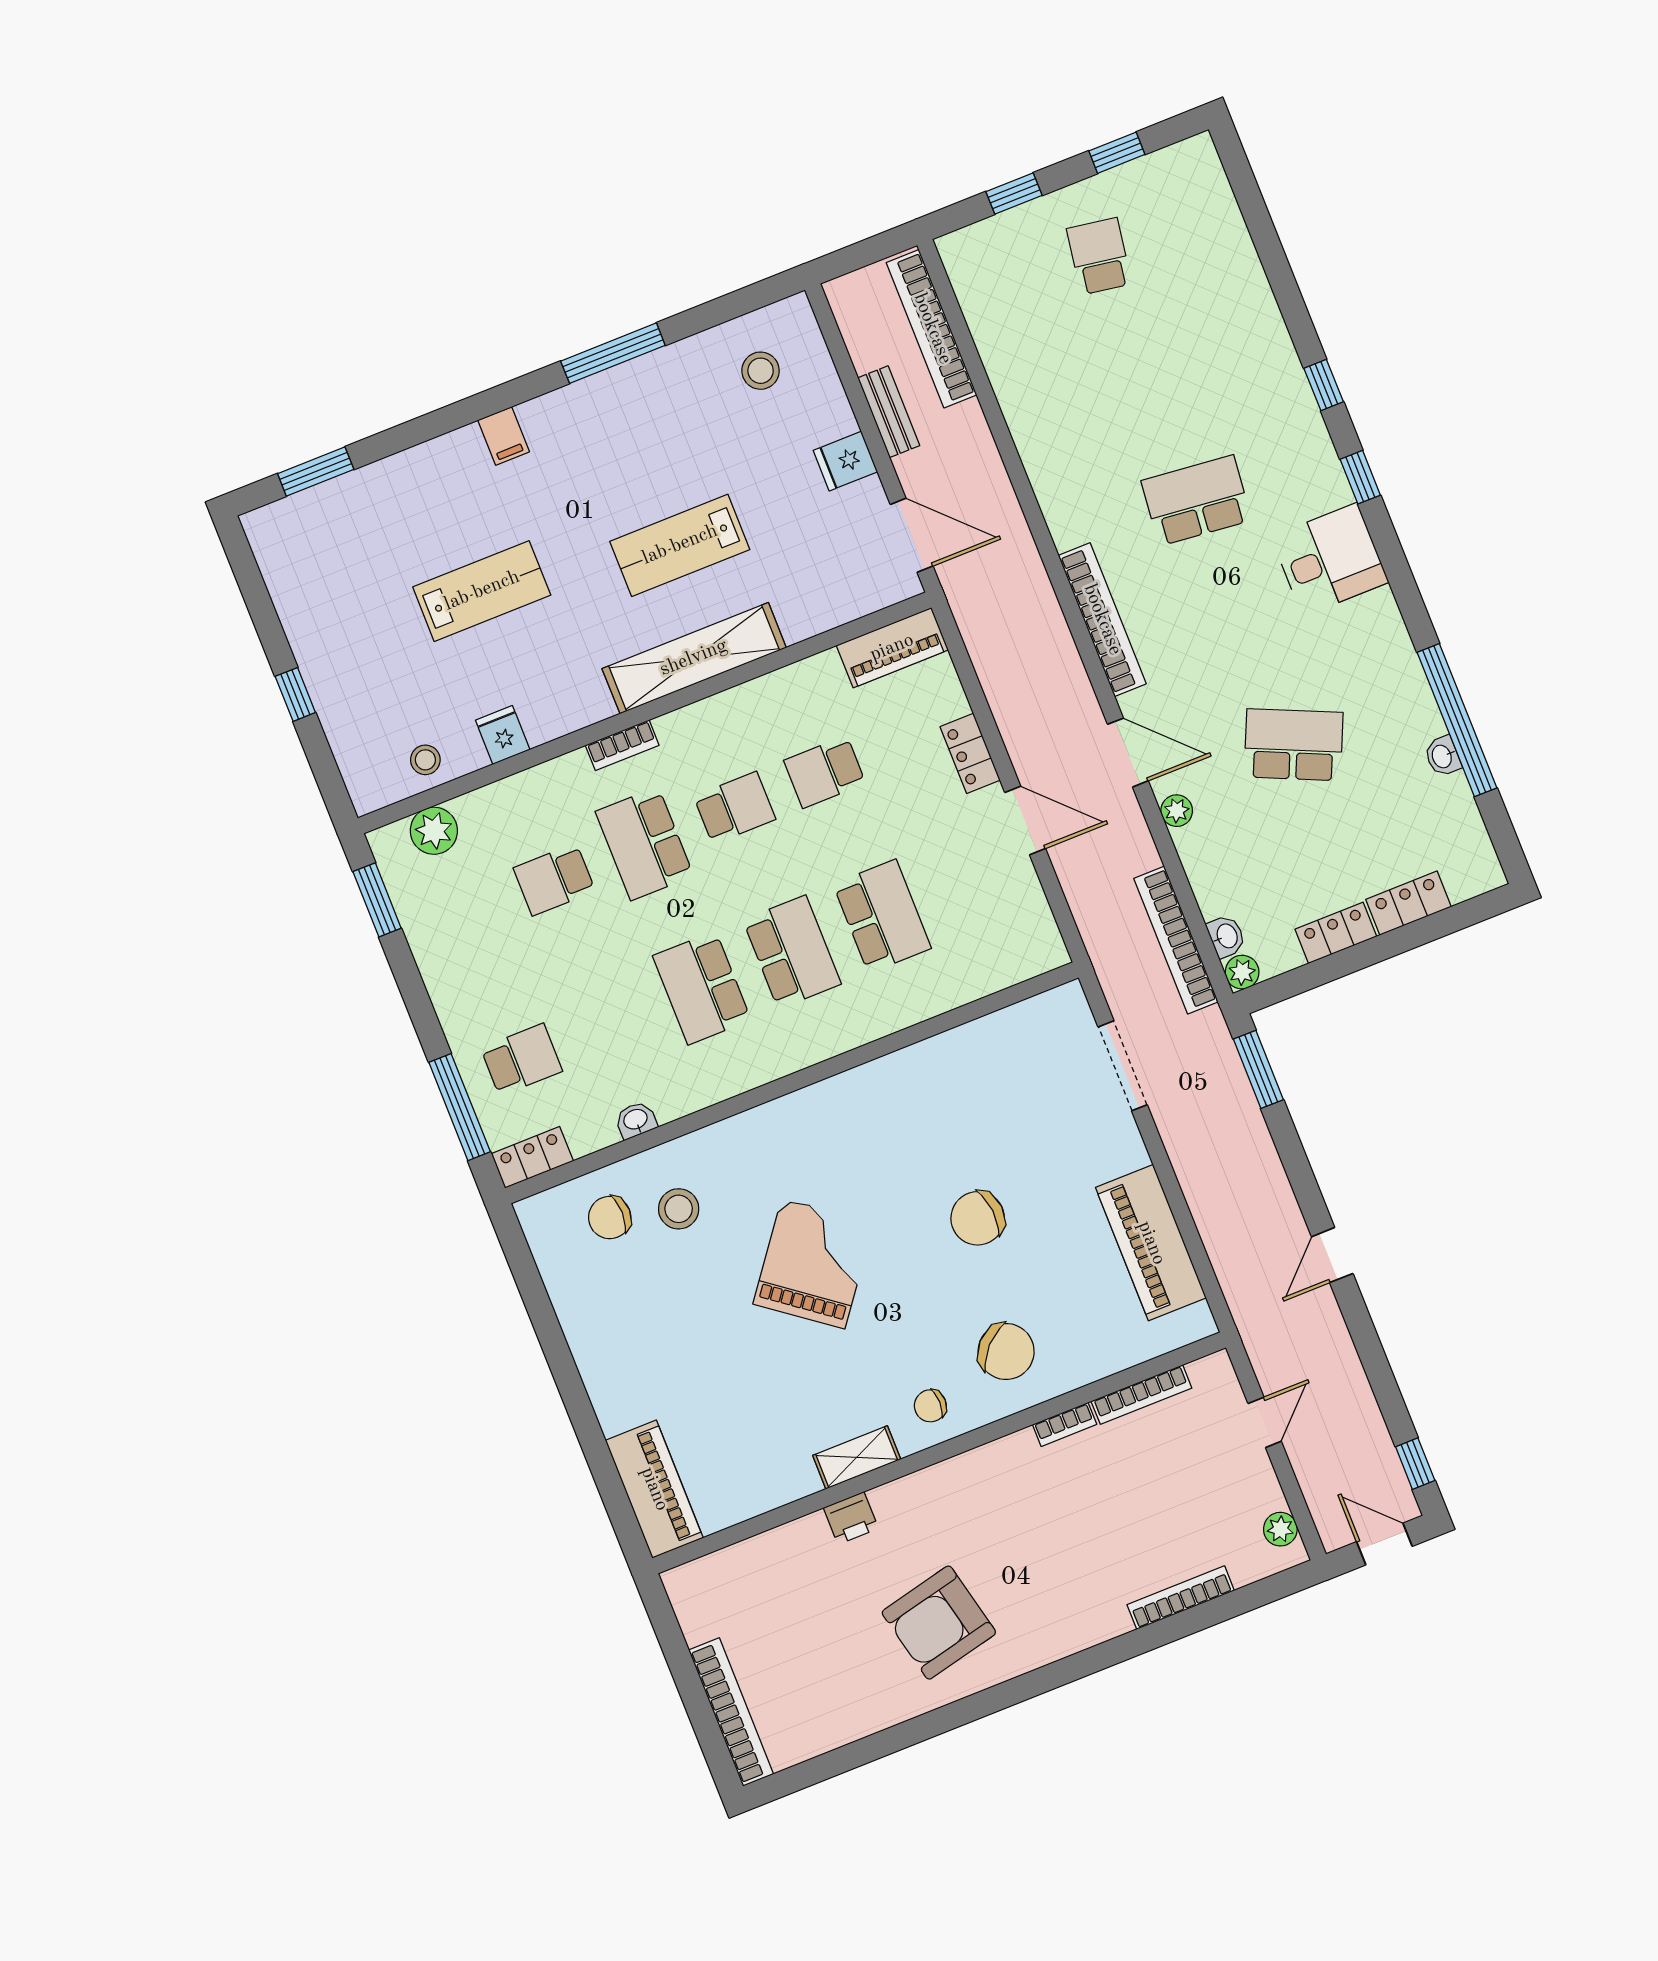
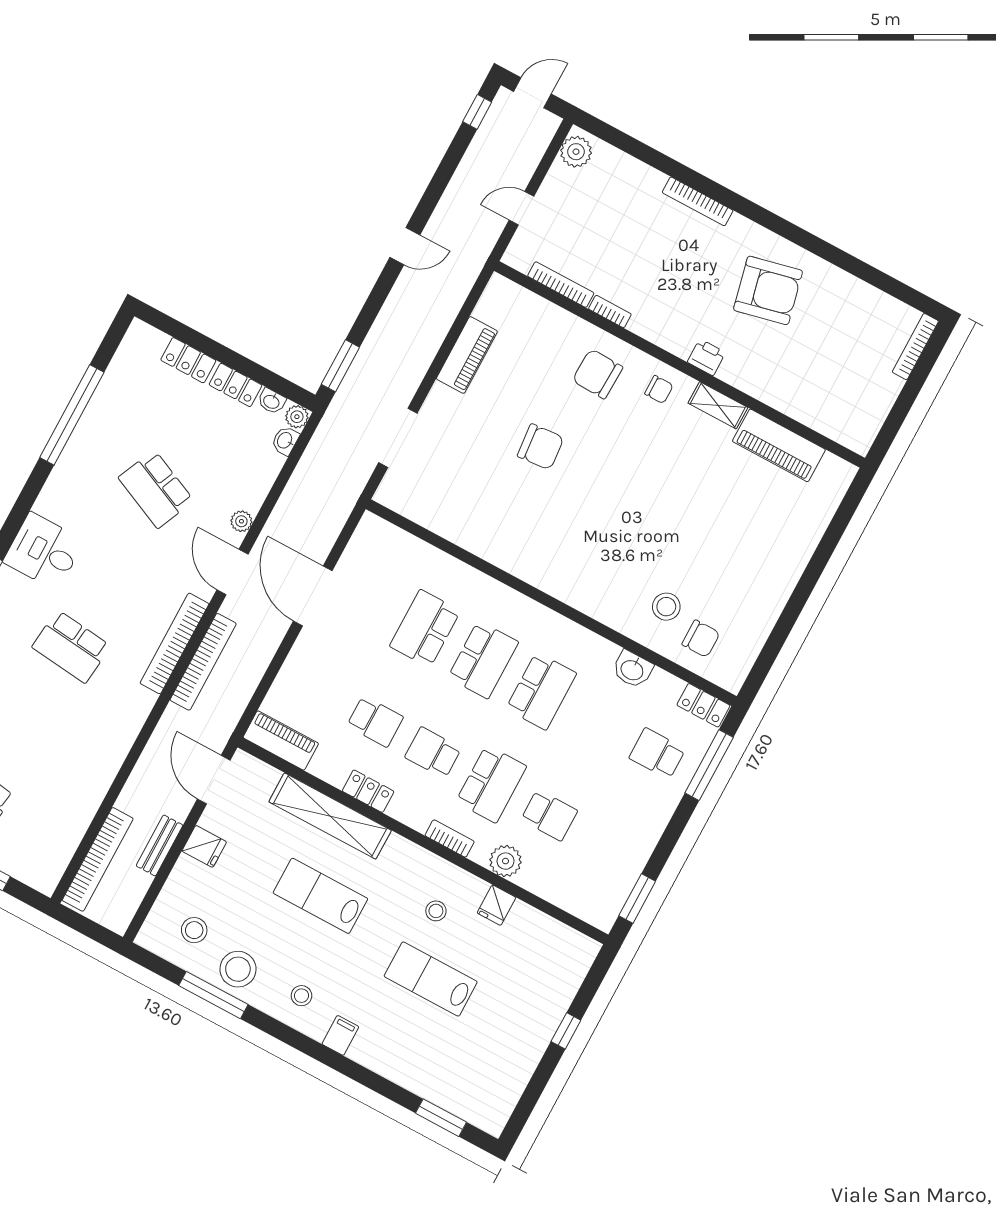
window: (613, 353) -> (213, 995), moved
stool: (675, 383) -> (238, 969), added
stool: (585, 430) -> (301, 996), added
lab bench: (680, 545) -> (320, 896), turned 180
shelving: (694, 658) -> (330, 816), moved
locker: (970, 753) -> (368, 791), moved, turned -90
washbasin: (1443, 756) -> (272, 401), moved, turned 90
stool: (425, 760) -> (436, 911), moved
door: (1025, 820) -> (313, 596), width x1.36
plant: (434, 831) -> (506, 861), moved
bookcase: (1176, 940) -> (203, 662), moved
school desk: (792, 952) -> (483, 660), turned 180
washbasin: (636, 1120) -> (632, 669), width x1.38, depth x1.45
piano: (1151, 1243) -> (467, 355), width x0.73, depth x0.75
grand piano: (813, 1263) -> (636, 513), removed
chair: (1006, 1351) -> (598, 374), turned -42
piano: (654, 1489) -> (779, 445), moved, turned -90
printer: (851, 1518) -> (706, 357), moved
plant: (1280, 1529) -> (576, 152), width x1.38, depth x1.38
door: (1384, 1544) -> (532, 93), swing flipped
bookcase: (1181, 1598) -> (698, 201), moved
bookcase: (731, 1712) -> (915, 347), width x0.68, depth x0.76

